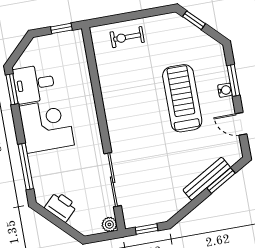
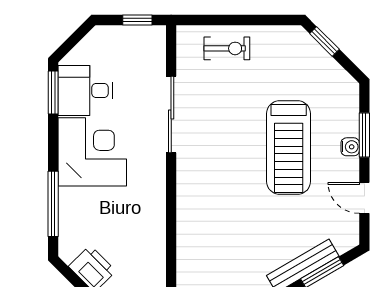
exercise bike: (127, 37) -> (227, 48), turned 180
treadmill: (182, 98) -> (289, 147), turned 180
sliding door: (113, 180) -> (171, 115), moved

